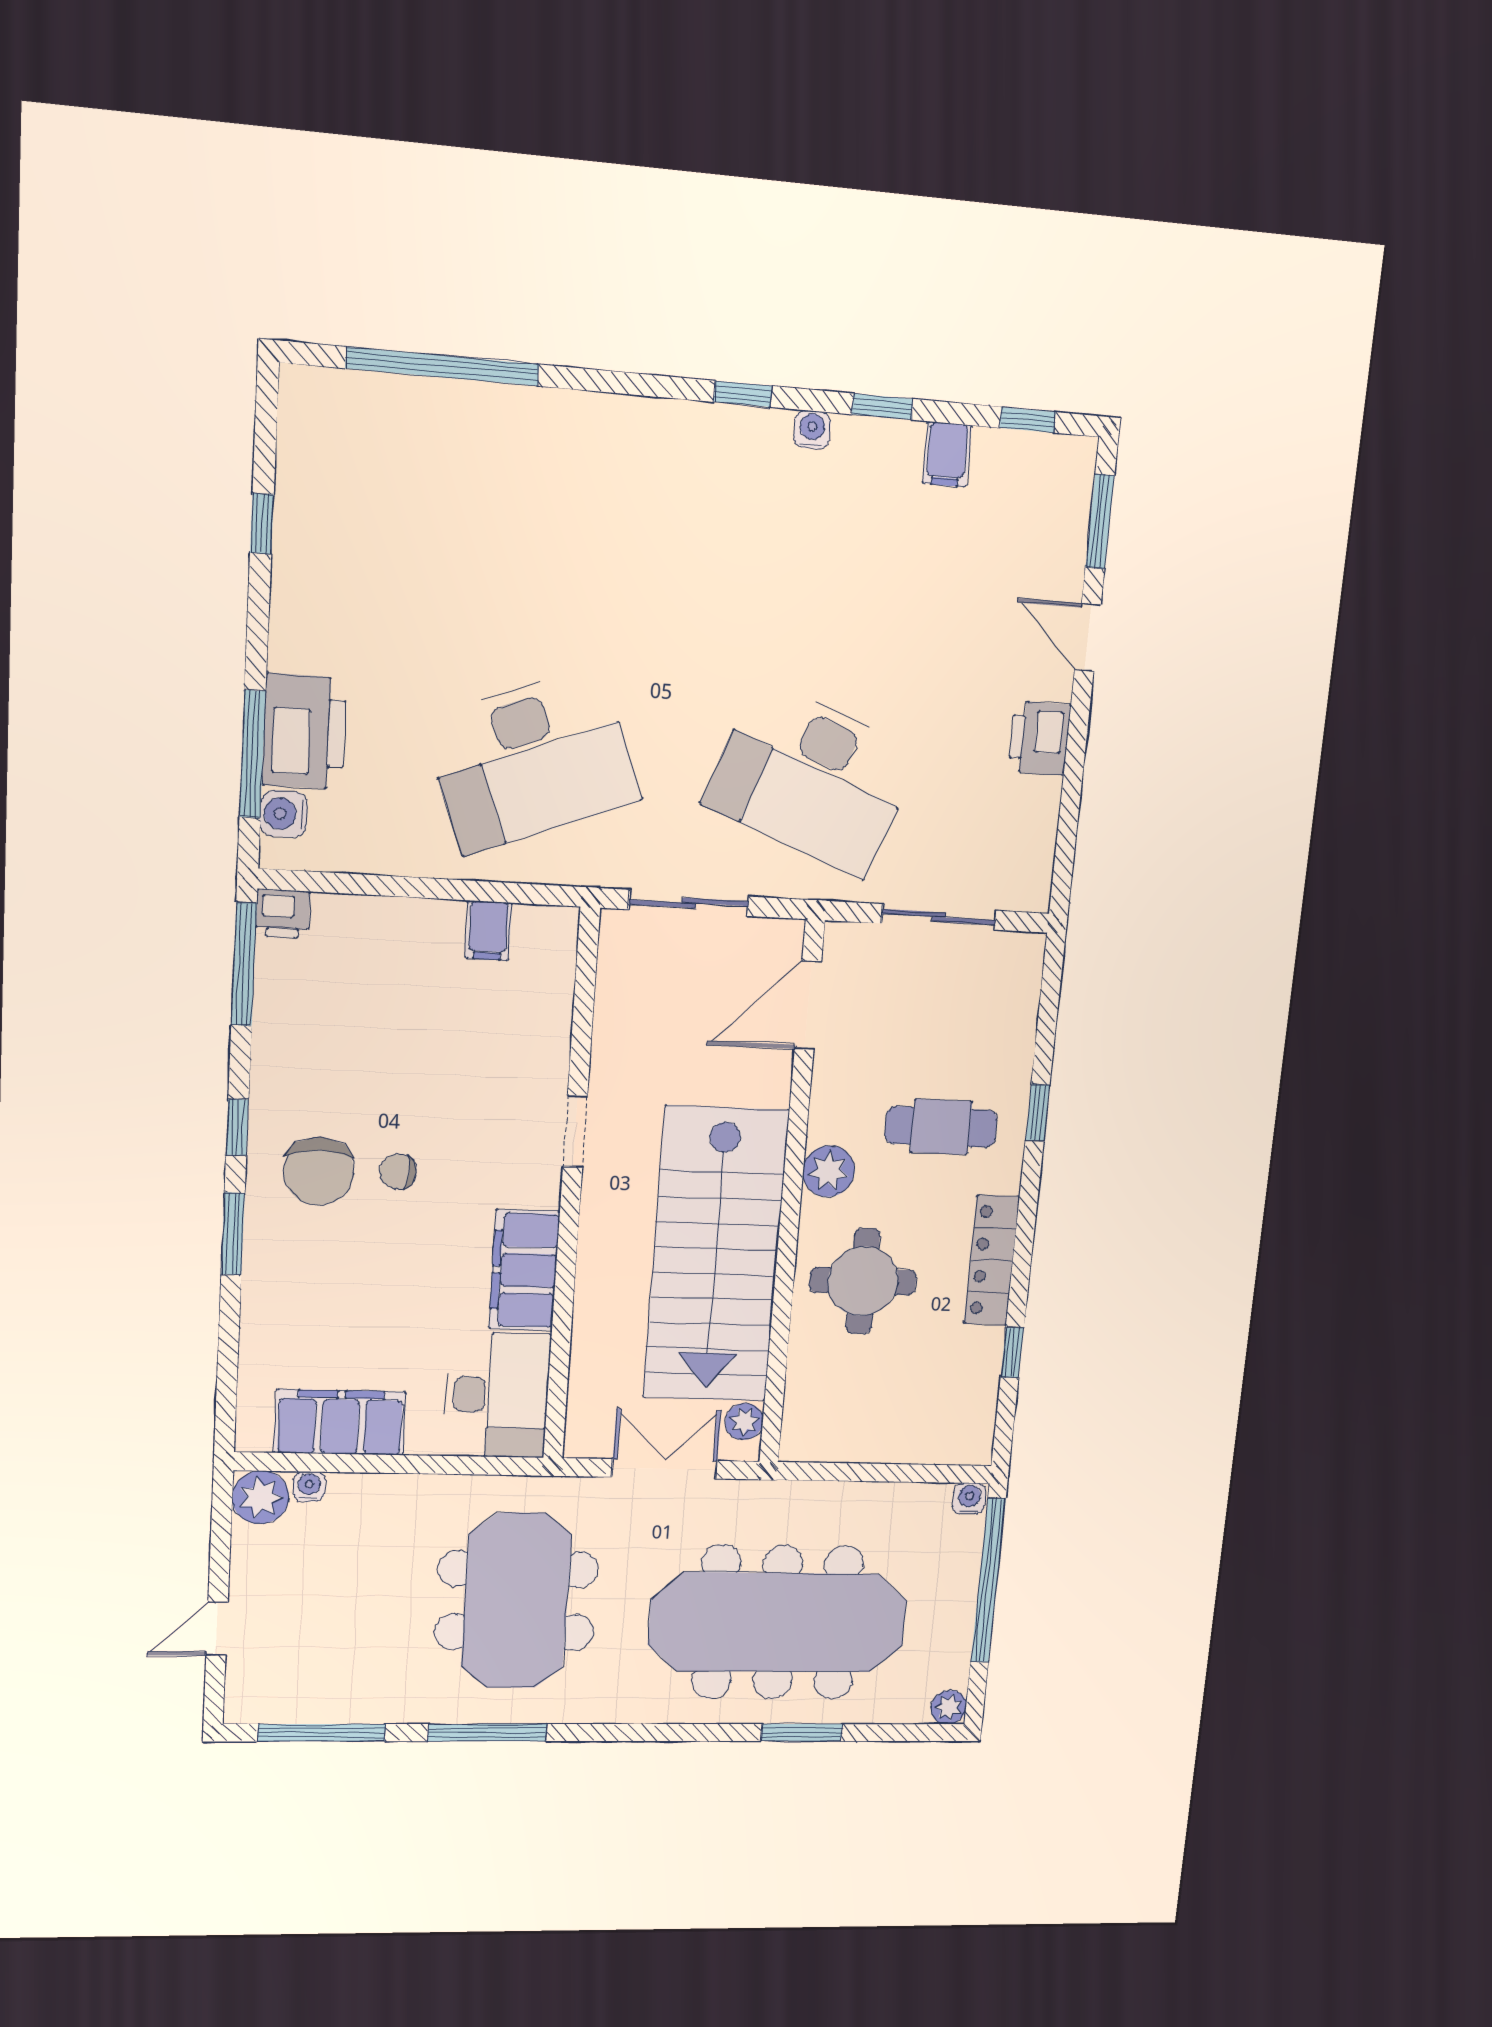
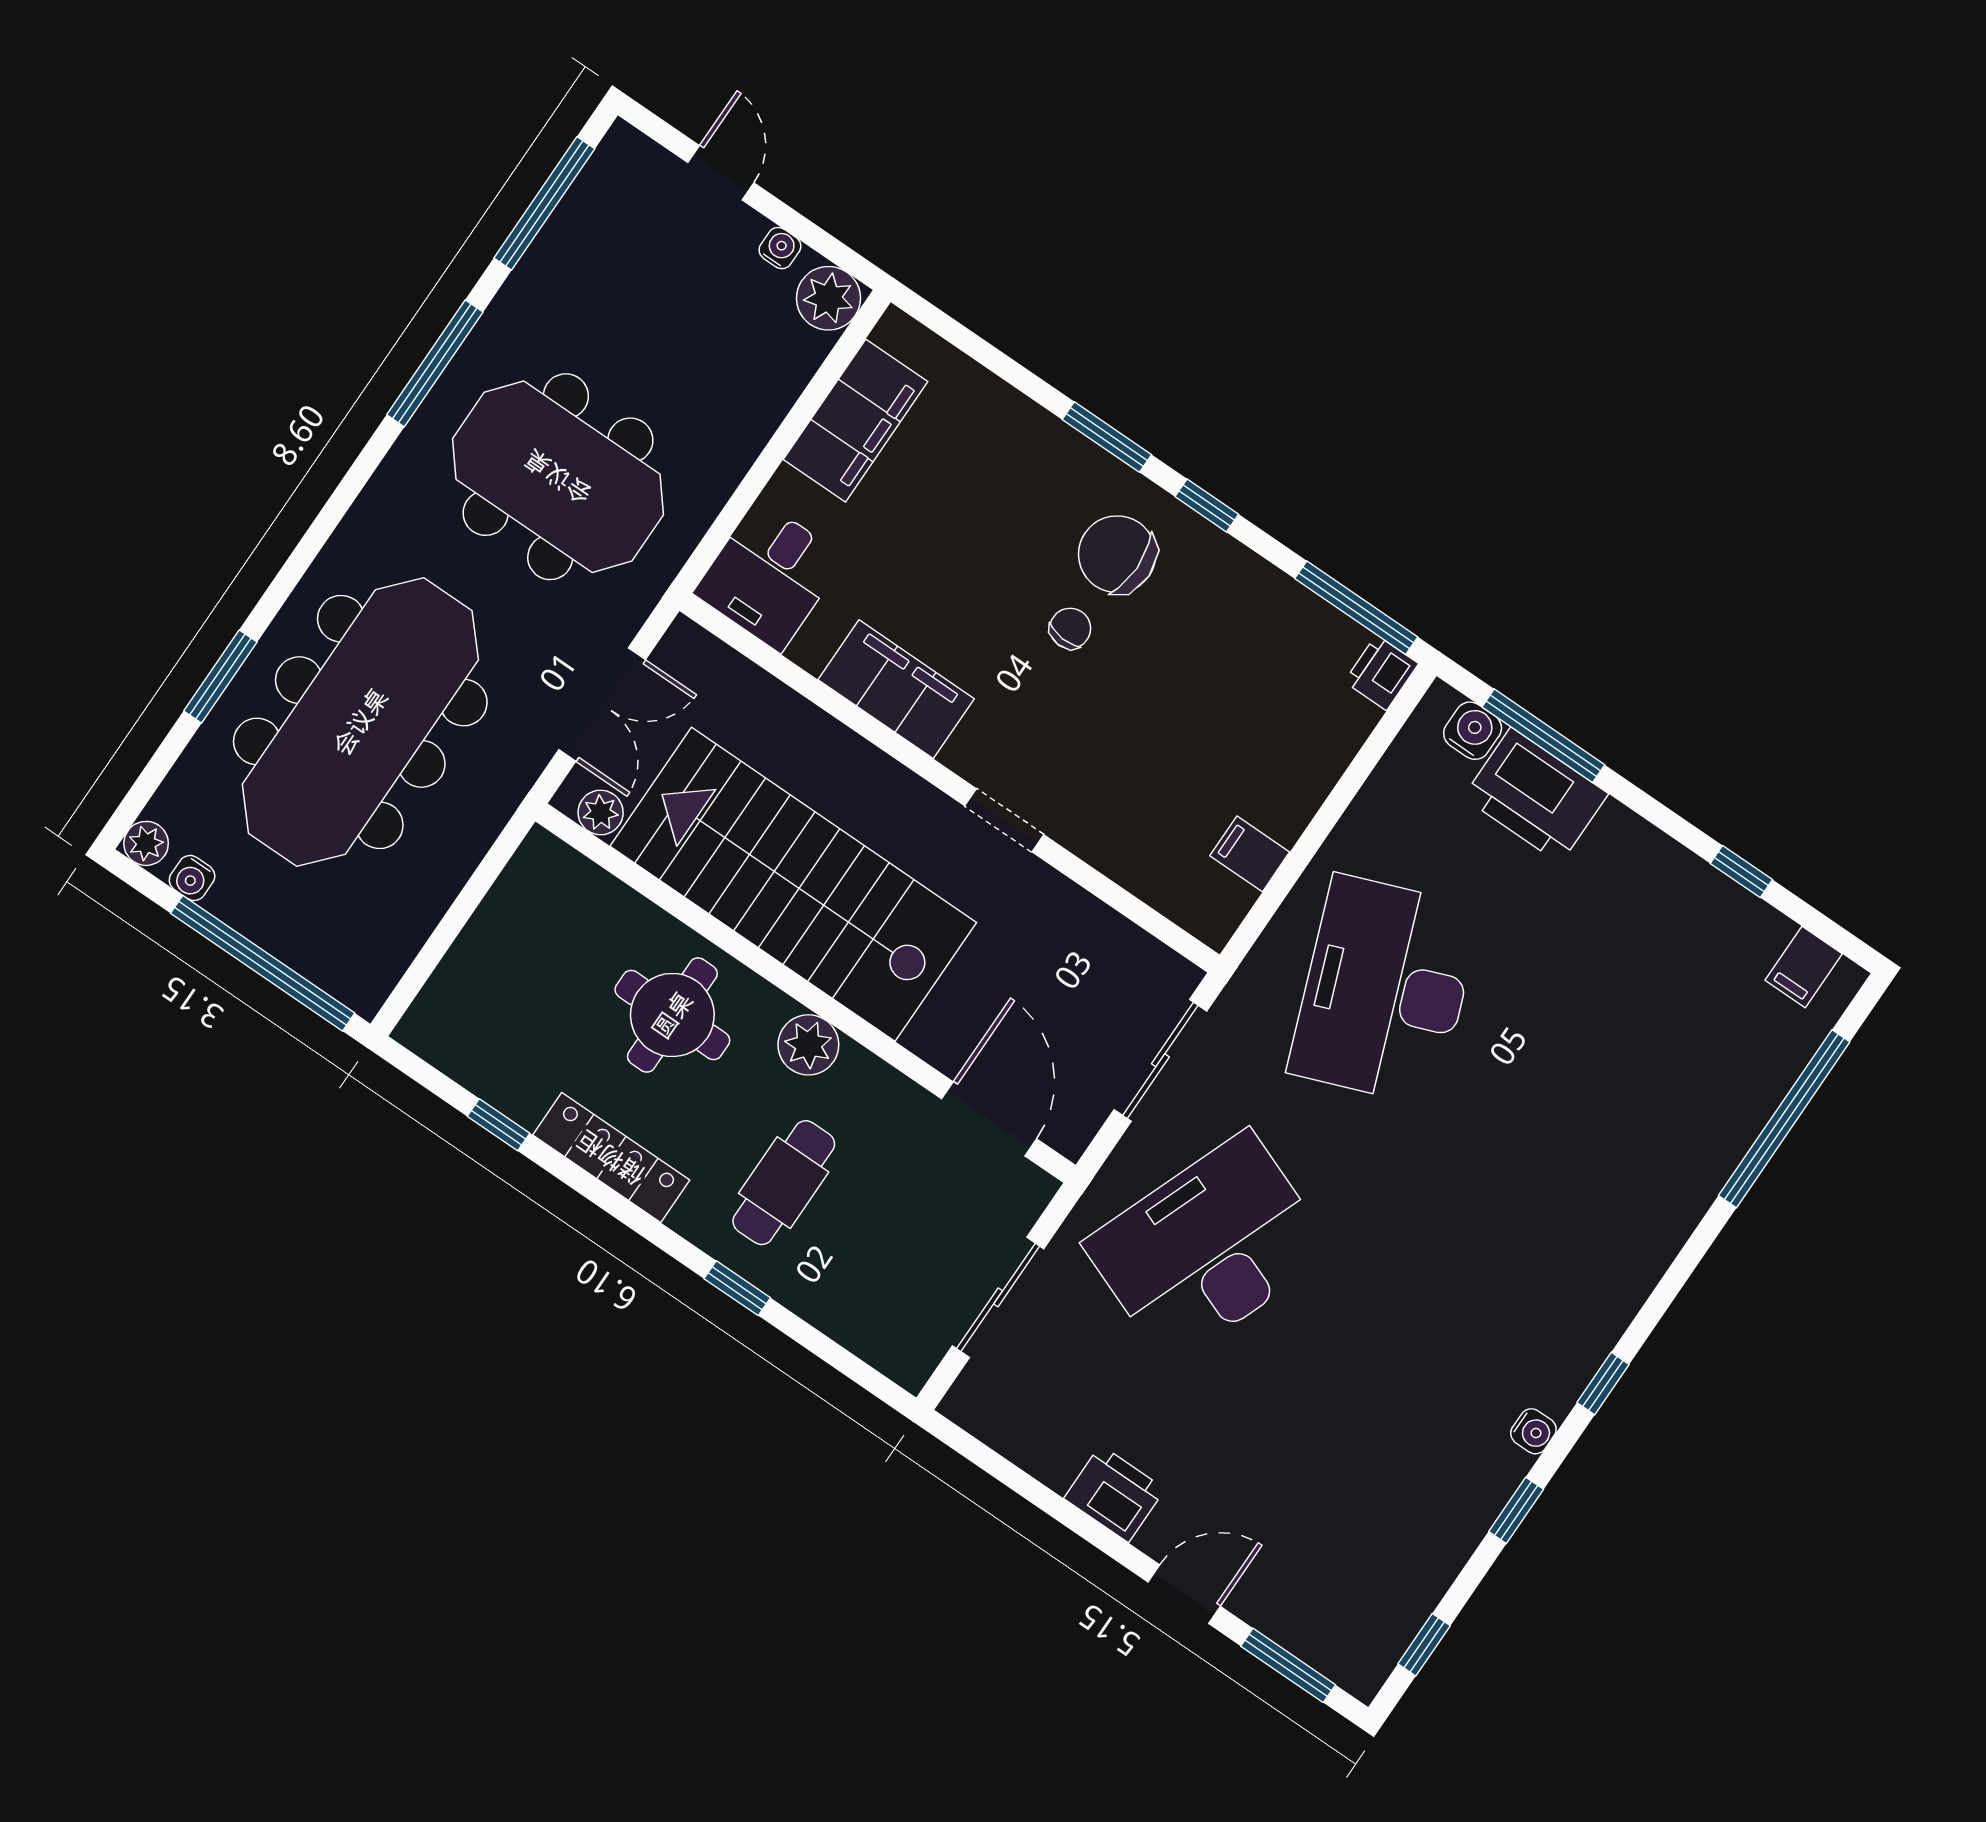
filing cabinet: (947, 454) -> (1804, 967), moved, turned -90
desk: (497, 1395) -> (769, 575), width x0.73
water cooler: (309, 1486) -> (780, 248), moved, turned -90
water cooler: (969, 1499) -> (192, 878), moved, turned 90

